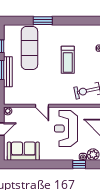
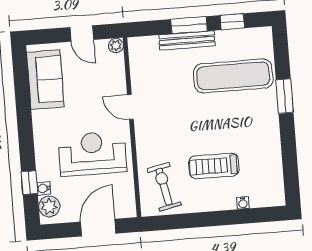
treadmill: (68, 60) -> (214, 166), moved
door: (42, 106) -> (130, 107), hinge flipped

